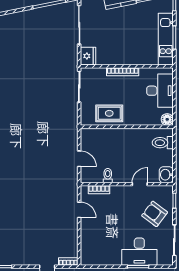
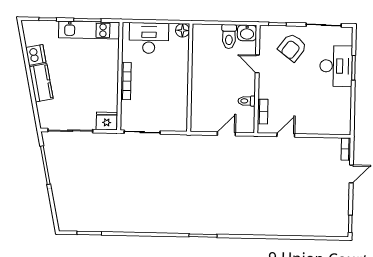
rug: (109, 113) -> (174, 98), removed
toilet: (163, 143) -> (229, 37), moved

